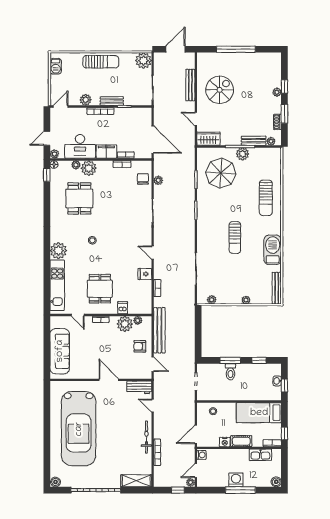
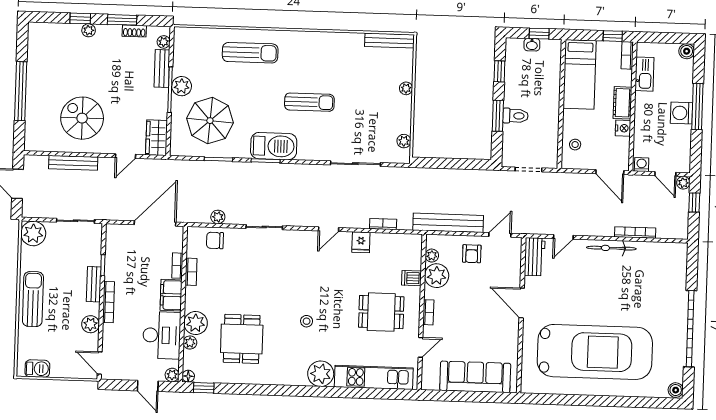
dining table: (79, 198) -> (242, 339), turned 90
barbecue: (273, 250) -> (274, 146), moved, turned 180
door: (109, 380) -> (522, 303), hinge flipped
shelving: (136, 481) -> (678, 266), removed

